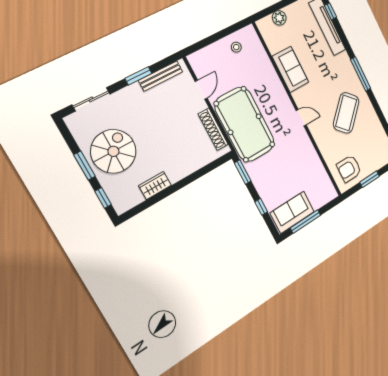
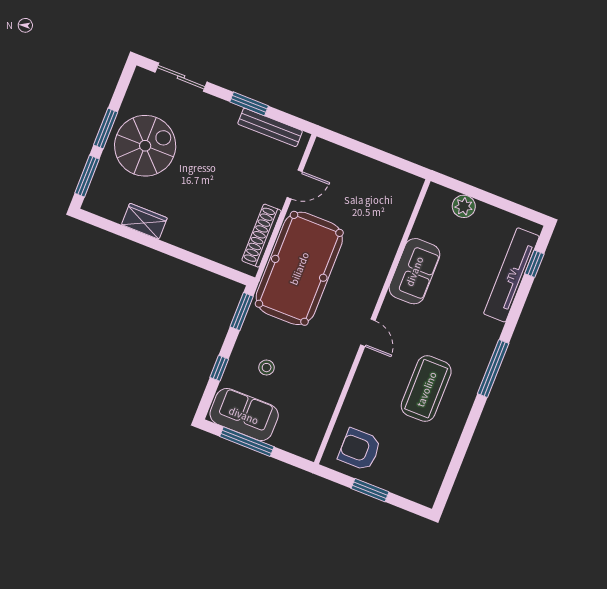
stool: (236, 47) -> (267, 368), moved
coffee table: (346, 113) -> (426, 389), turned -45
window: (103, 198) -> (87, 176), width x1.50

